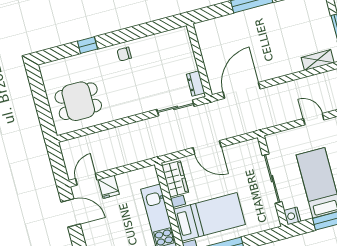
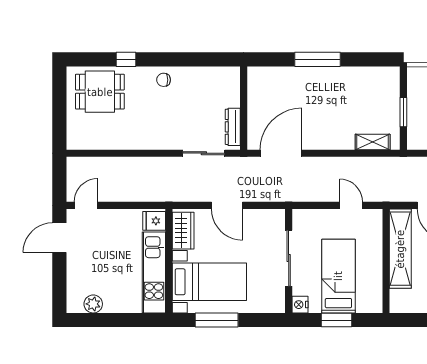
dresser: (196, 84) -> (233, 127), width x1.44
dining table: (78, 101) -> (100, 92), moved
fridge: (109, 187) -> (154, 221), moved, turned 90
door: (71, 213) -> (59, 238), swing flipped

